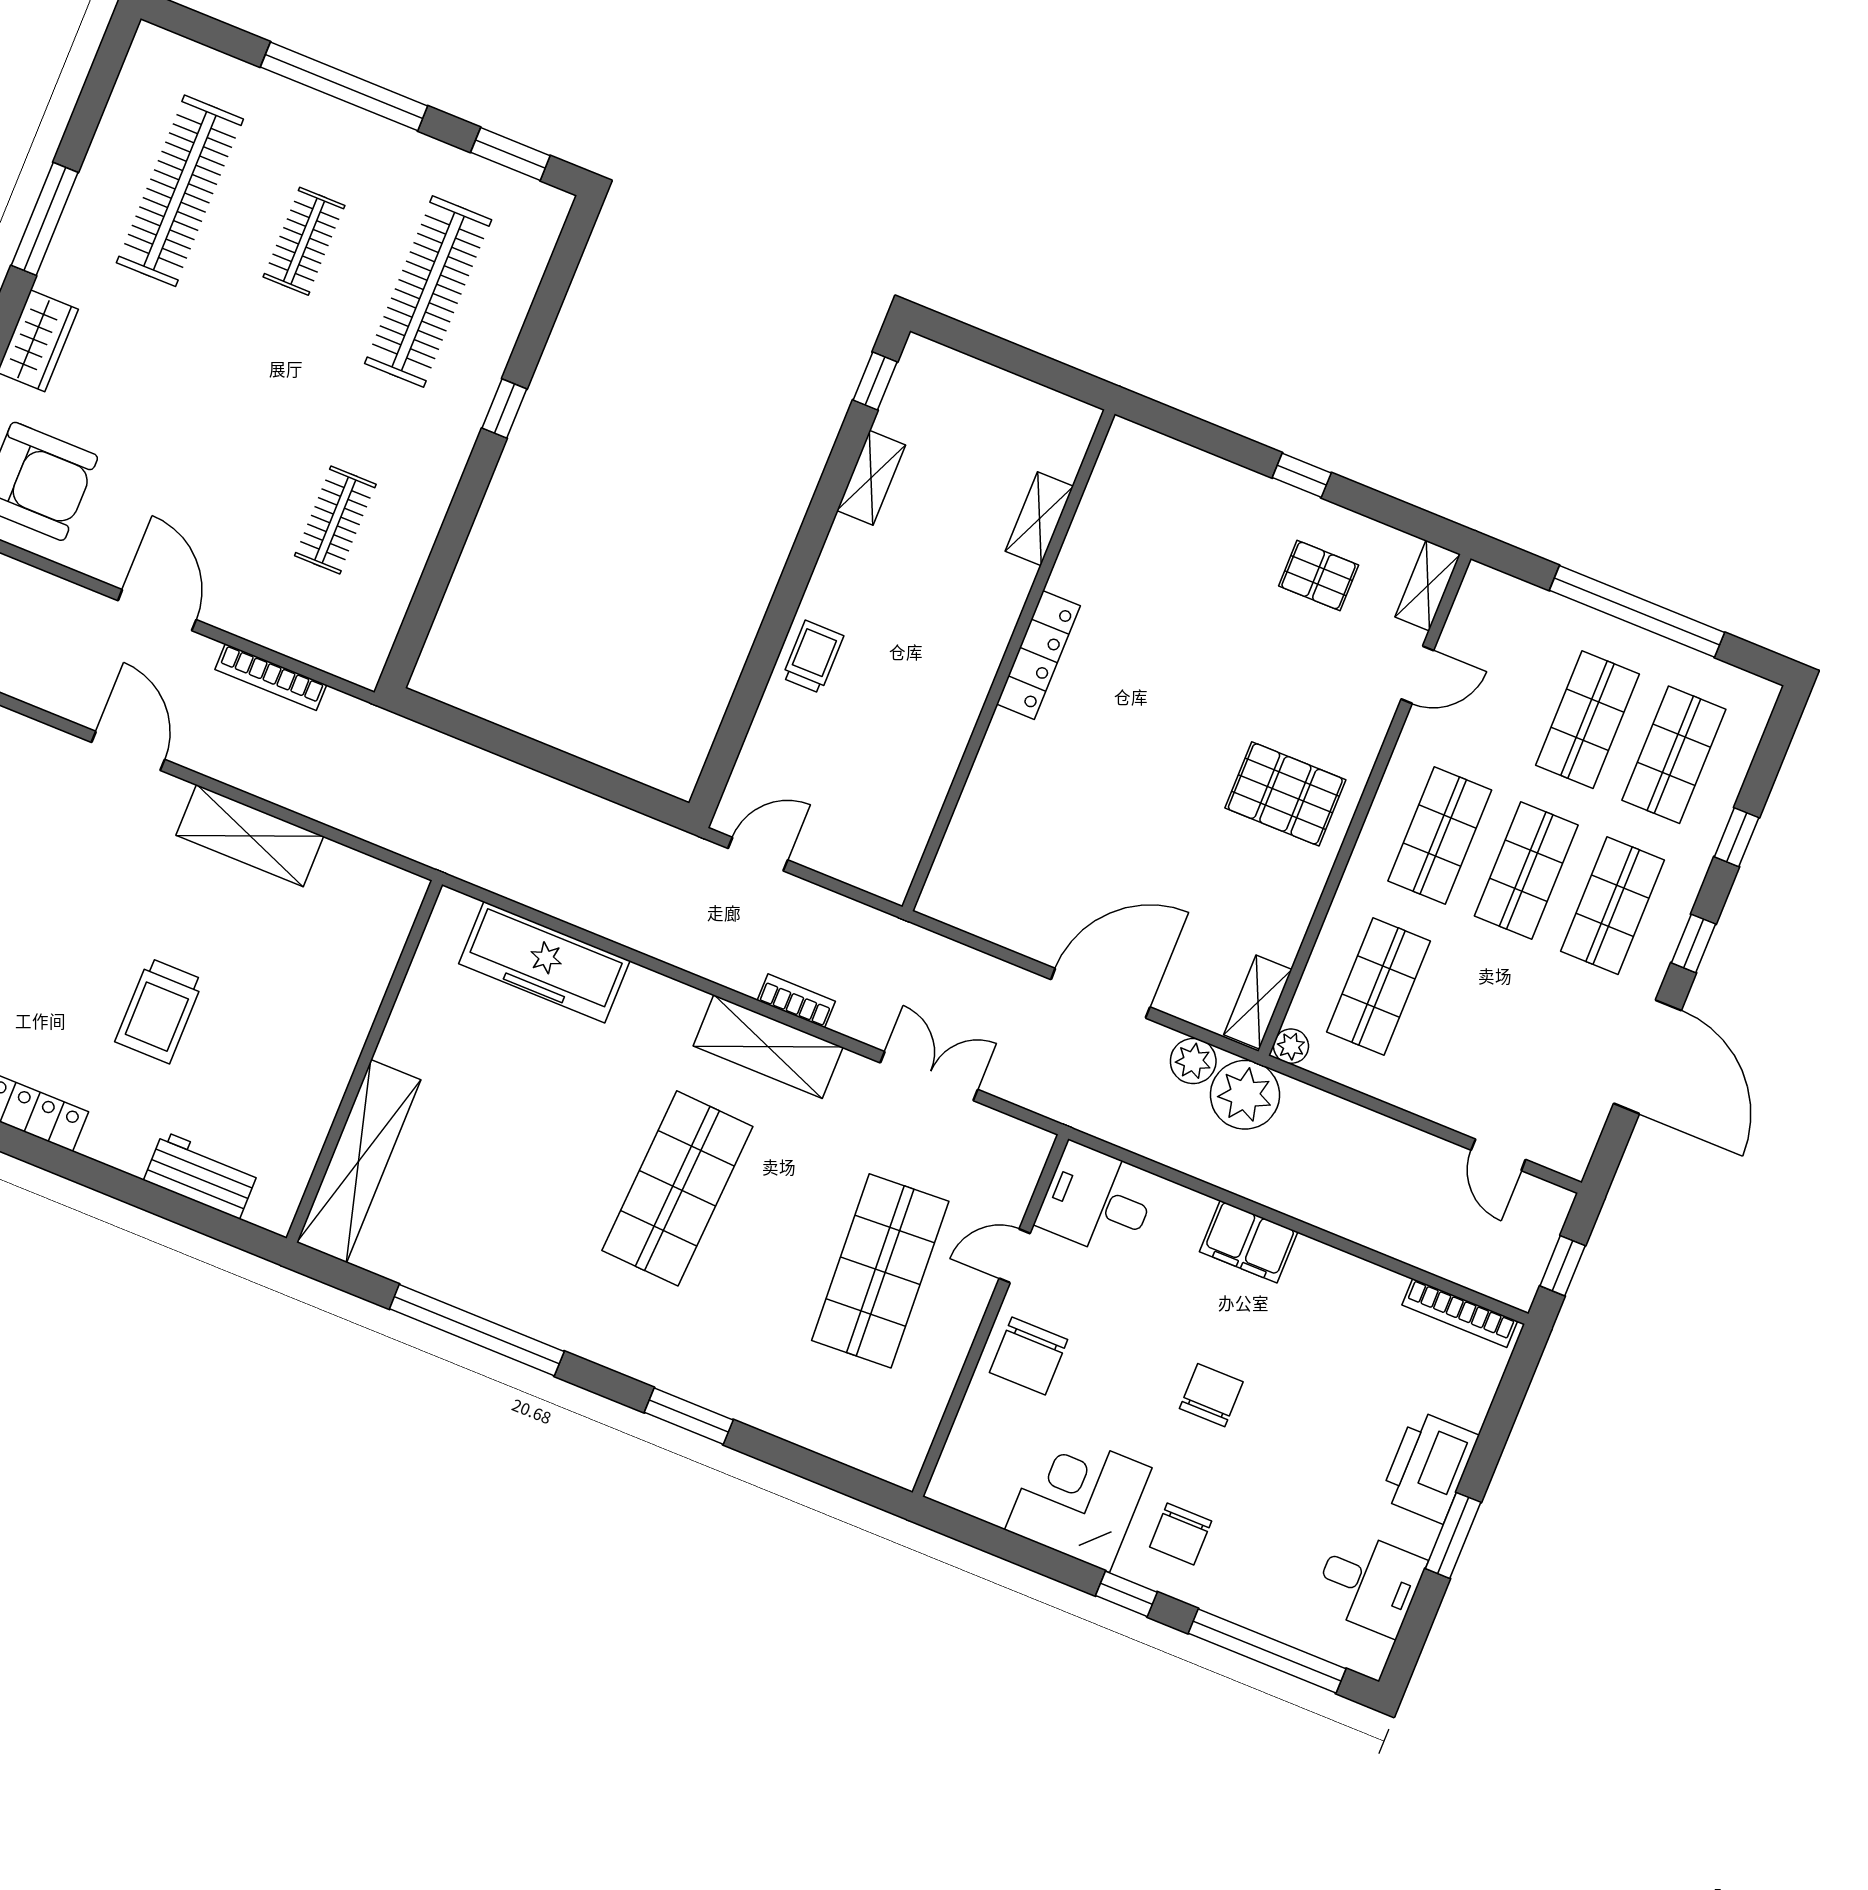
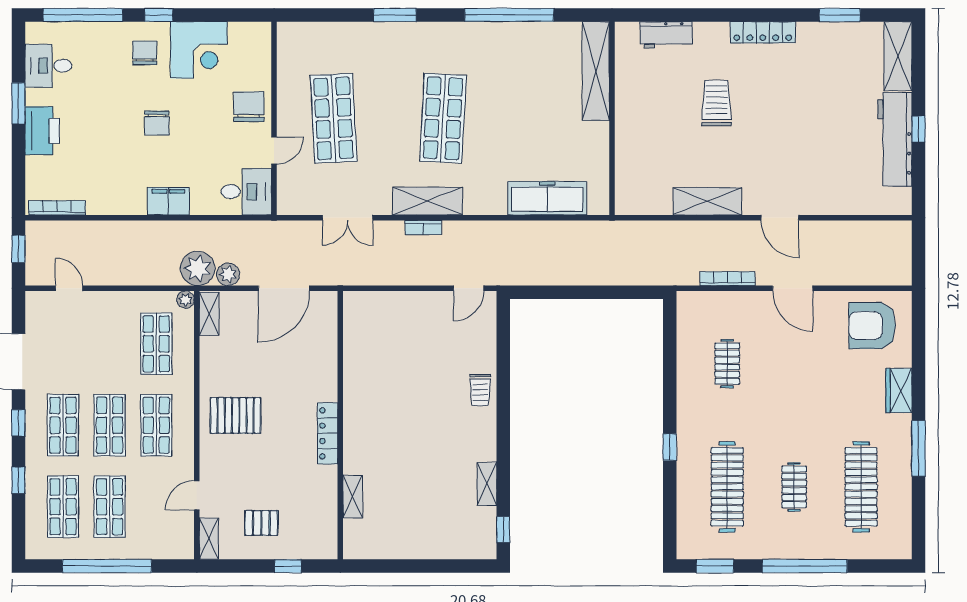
shelving: (1039, 519) -> (353, 497), moved
locker: (1038, 655) -> (328, 433), moved
wall: (1009, 660) -> (340, 425), moved

